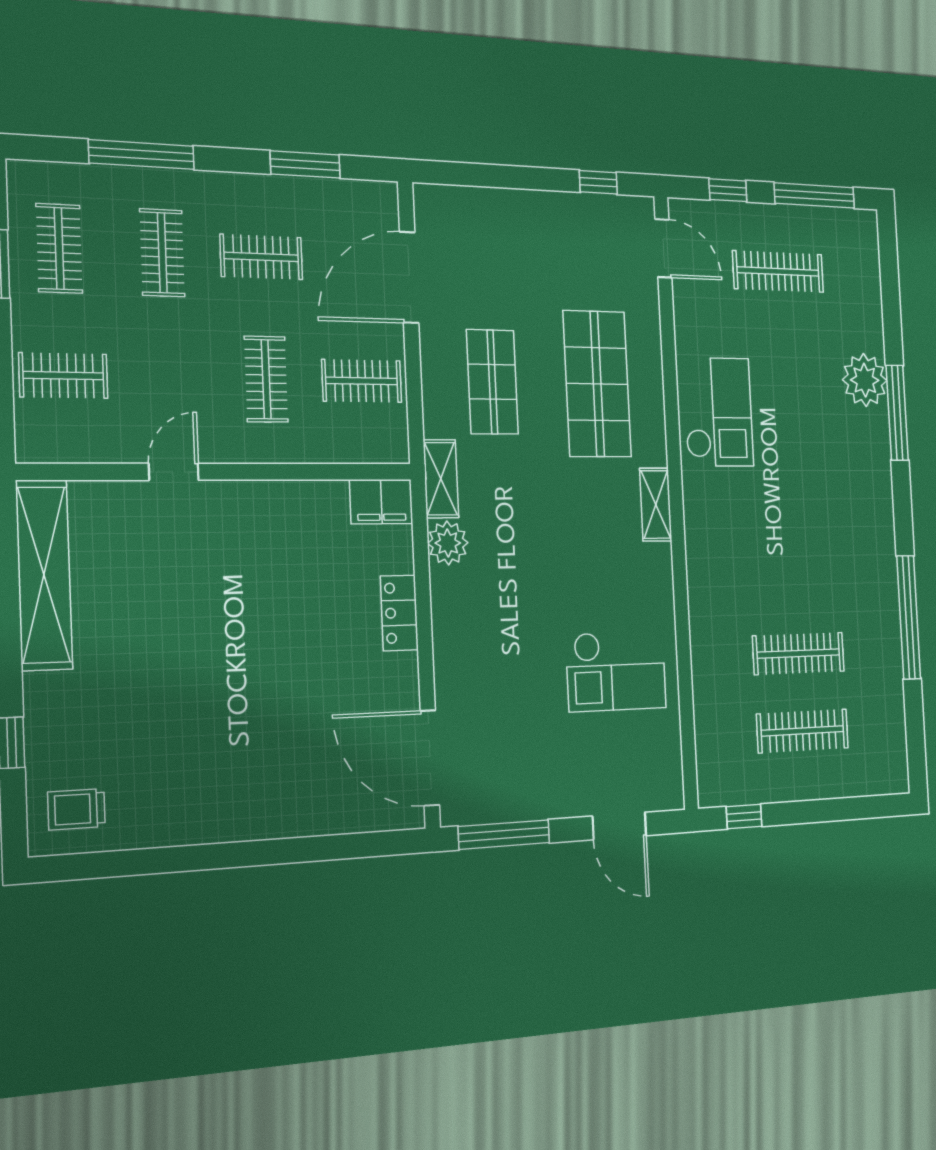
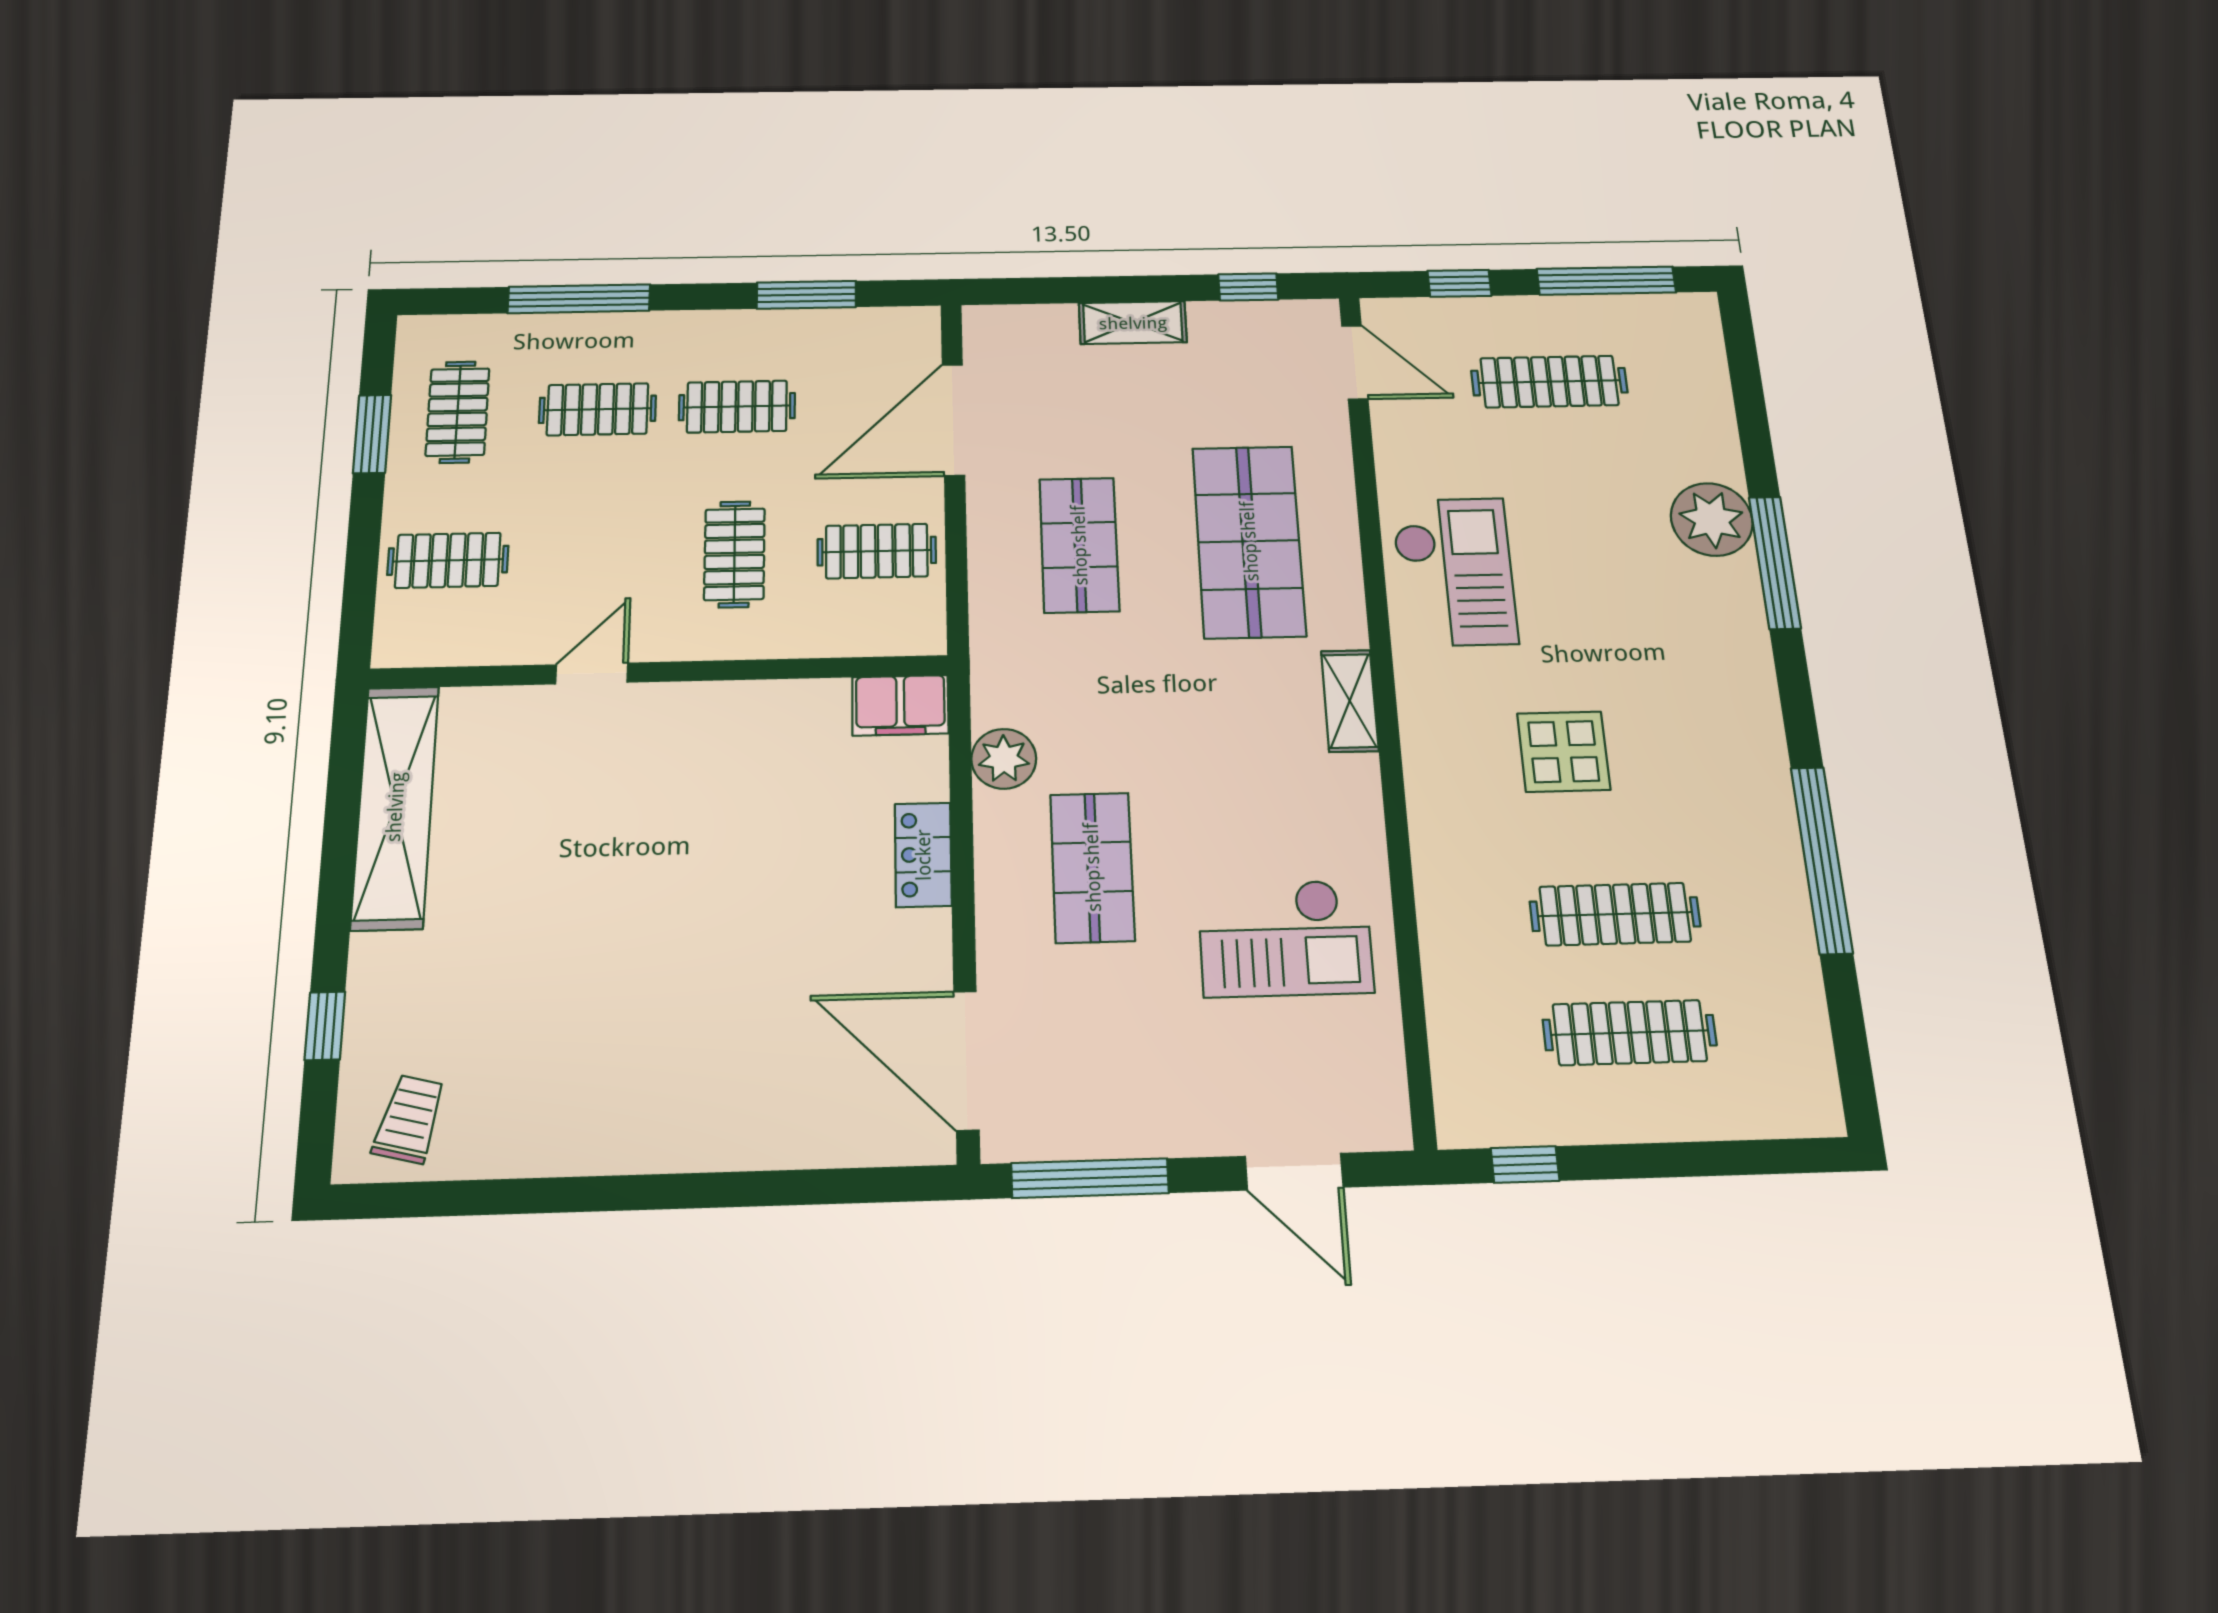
clothes rail: (162, 253) -> (598, 409), turned 90
shelving: (441, 479) -> (1133, 323), moved, turned 90
display table: (775, 543) -> (1564, 752), added
shop shelf: (503, 622) -> (1092, 867), added
trolley: (76, 809) -> (409, 1119), turned 104

